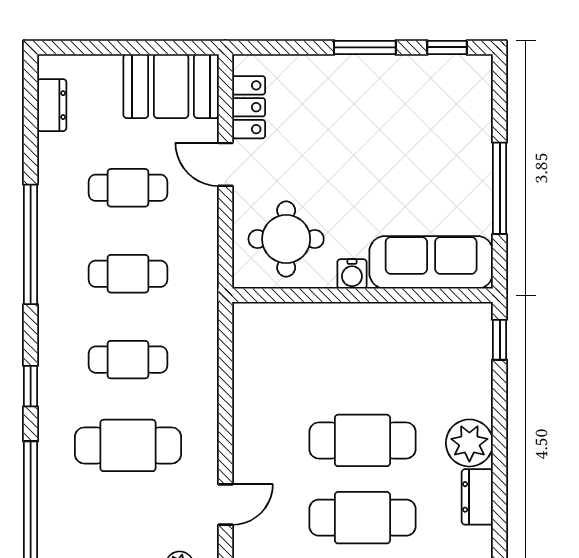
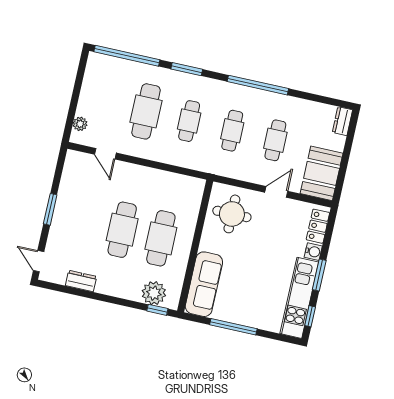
kitchen unit: (417, 76) -> (299, 298), added
dresser: (52, 105) -> (342, 121), moved, turned 90
locker: (249, 107) -> (318, 226), moved, turned 90
water cooler: (352, 274) -> (313, 252), moved, turned 180
window: (31, 386) -> (187, 69), width x1.50
plant: (469, 443) -> (154, 293), moved
cafe table: (362, 518) -> (161, 238), moved

